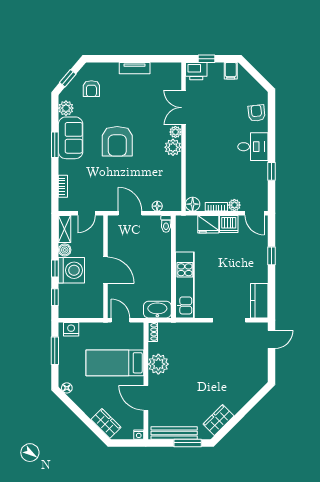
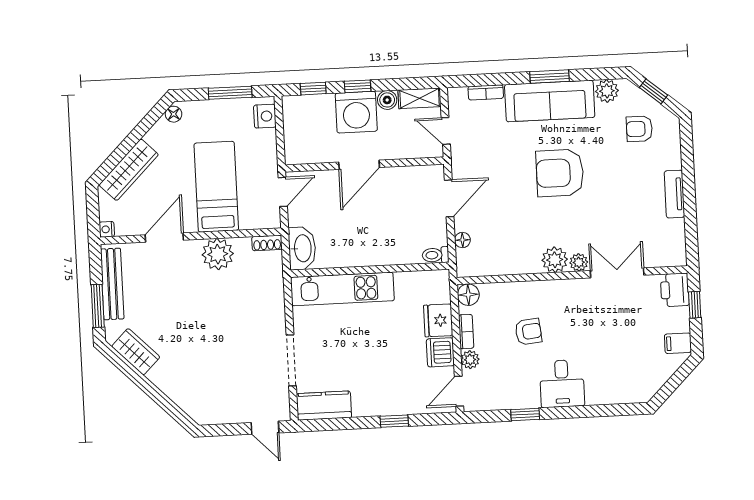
armchair: (257, 113) -> (528, 332), moved
sofa: (71, 138) -> (550, 101), width x1.36
wardrobe: (106, 423) -> (129, 170), width x1.50

